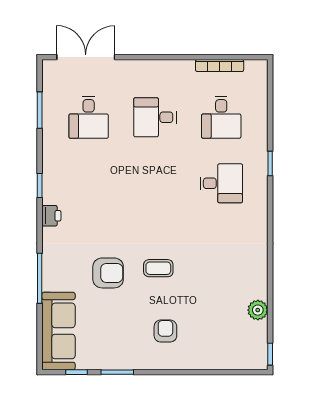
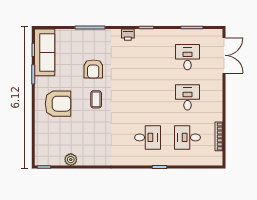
desk: (89, 117) -> (187, 57), turned 90
desk: (221, 183) -> (148, 137), turned -90
sofa: (58, 331) -> (45, 52), moved, turned -90
armchair: (165, 331) -> (58, 104), width x1.88, depth x1.88

